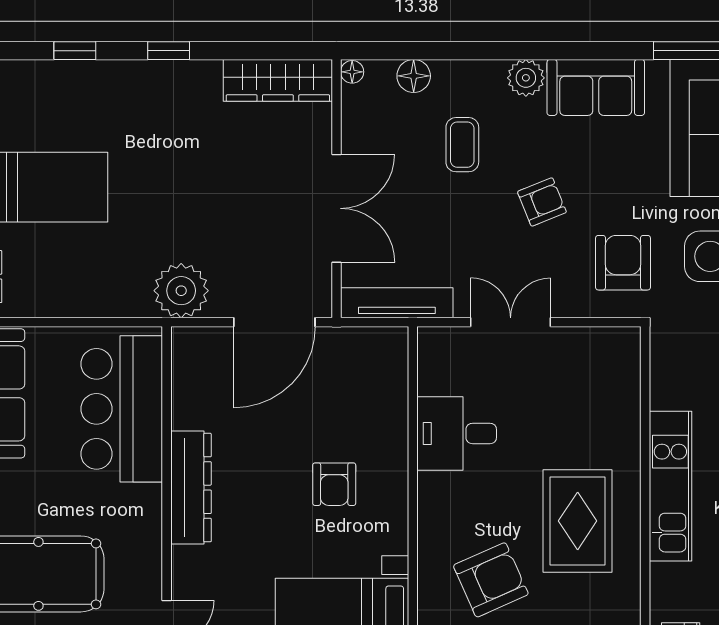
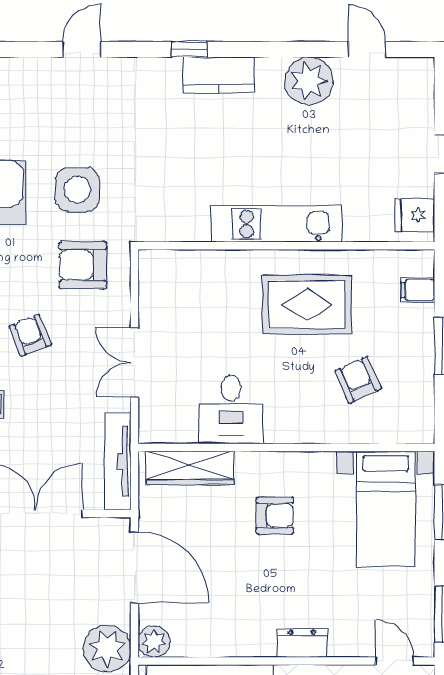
plant: (189, 345) -> (154, 641), added
wardrobe: (389, 386) -> (190, 468), added
dresser: (191, 488) -> (302, 643), width x0.51, depth x0.80
armchair: (491, 580) -> (358, 380), width x0.72, depth x0.72

